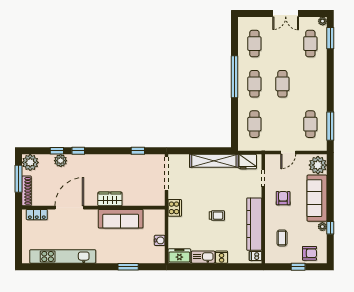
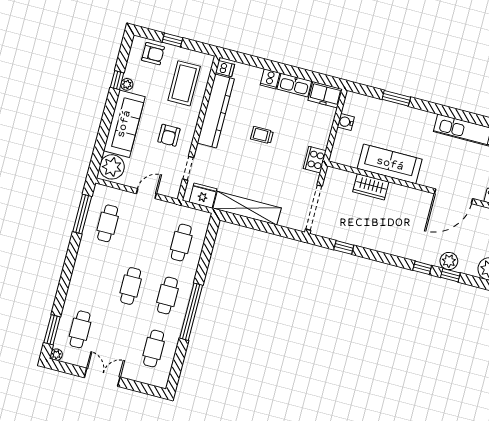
wardrobe: (110, 199) -> (371, 187), moved
coffee table: (282, 238) -> (184, 83), width x1.86, depth x1.72
armchair: (310, 253) -> (153, 54), turned 180

